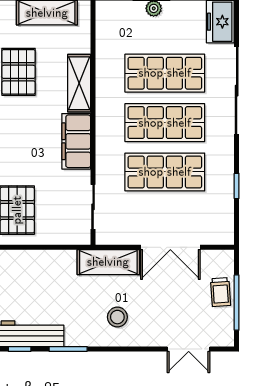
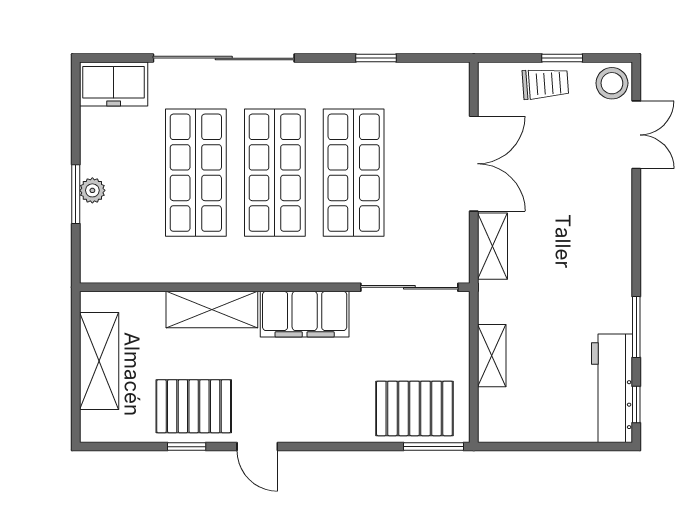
sliding door: (93, 207) -> (409, 287), width x1.37
shelving: (50, 258) -> (492, 356), added
shelving: (108, 262) -> (493, 246), width x0.67, depth x0.75
window: (237, 303) -> (562, 58), width x0.46
stool: (117, 317) -> (612, 83), moved

